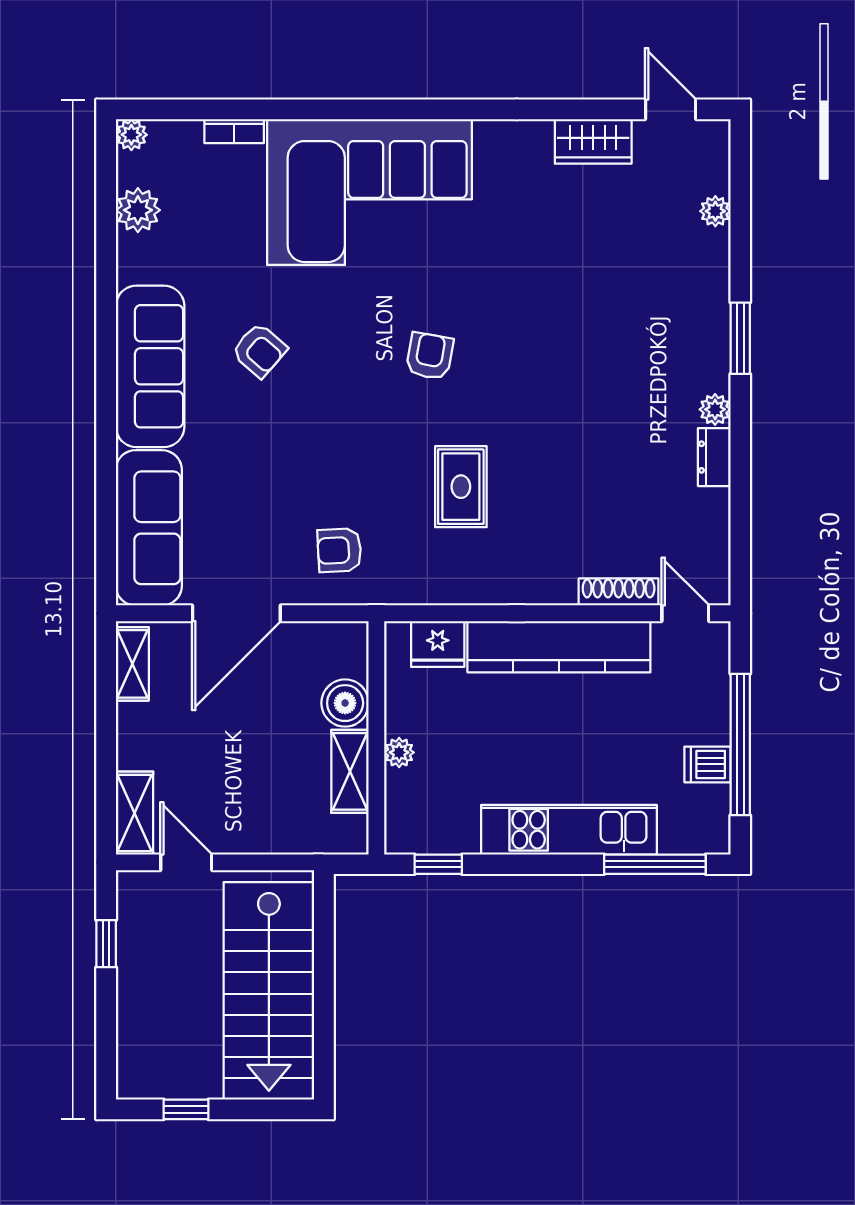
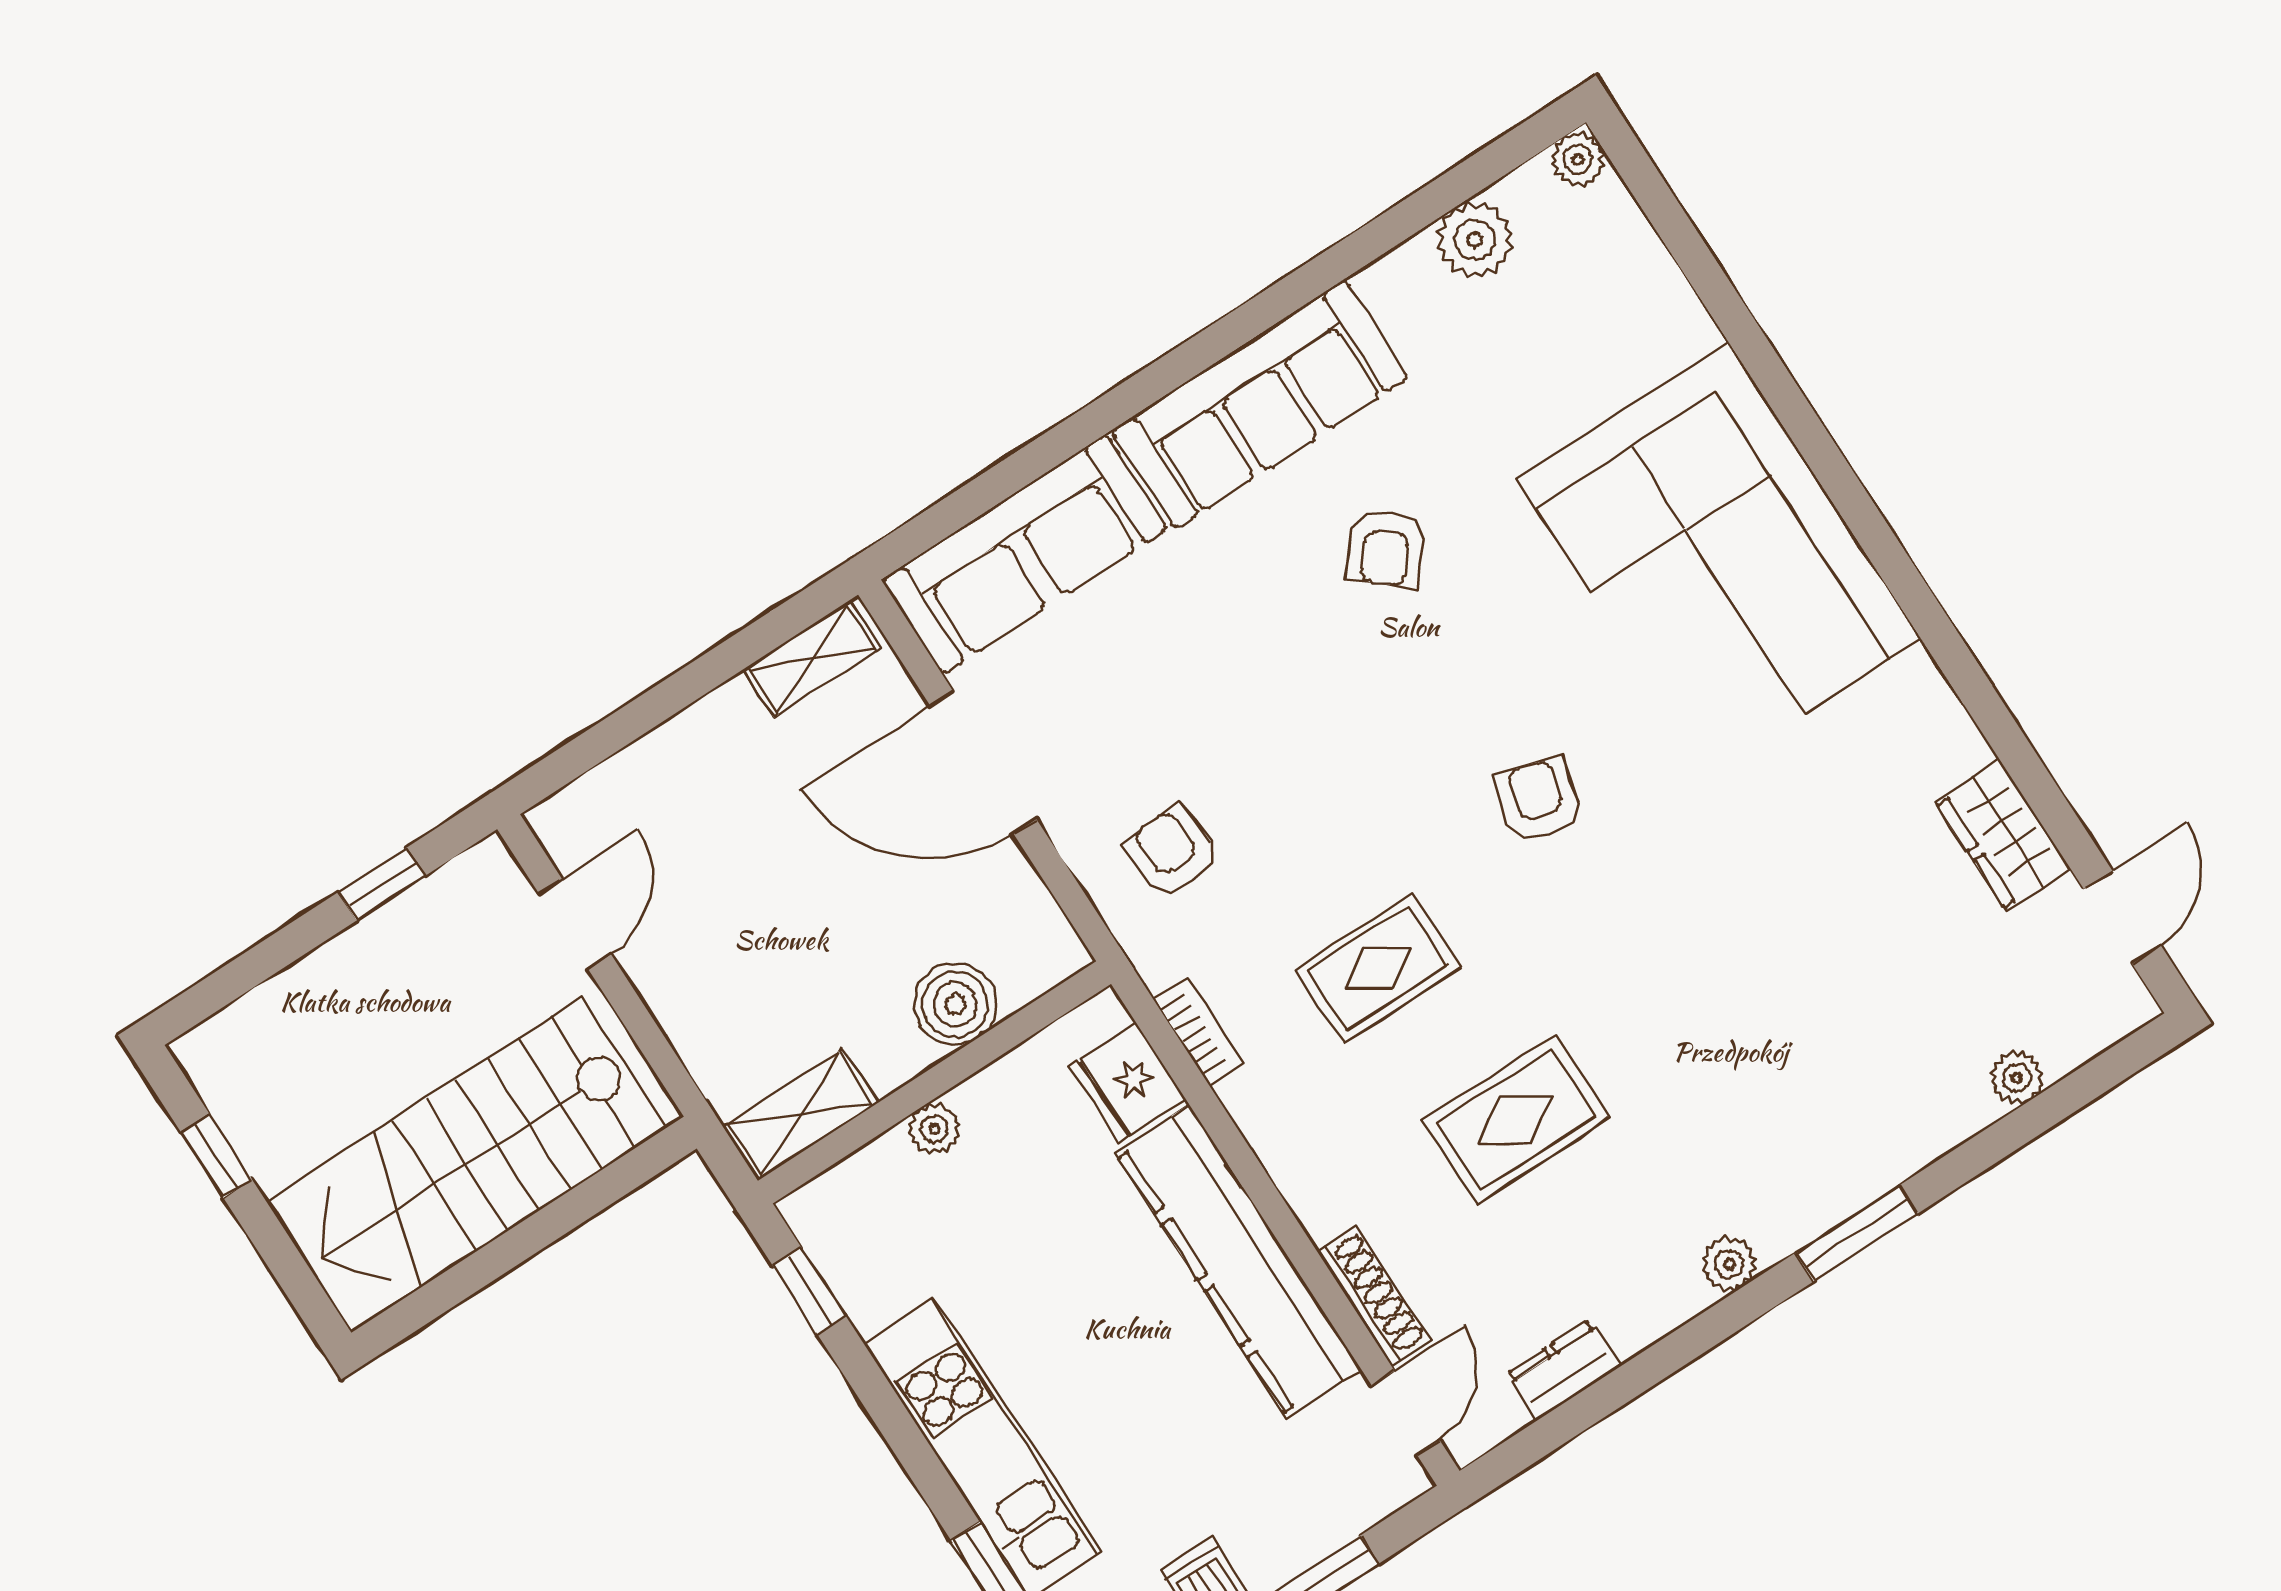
bookcase: (234, 131) -> (1198, 1031), moved, turned 180
armchair: (430, 356) -> (1538, 800), turned -84
dresser: (714, 457) -> (1563, 1370), moved
rug: (578, 467) -> (1516, 1119), added
shelving: (350, 771) -> (801, 1115), moved
shelving: (134, 813) -> (598, 802), removed

